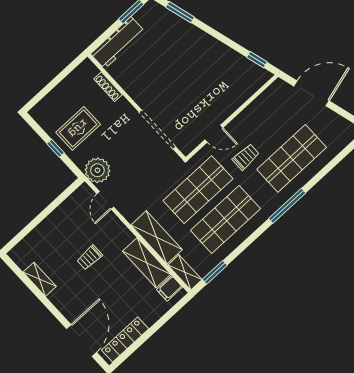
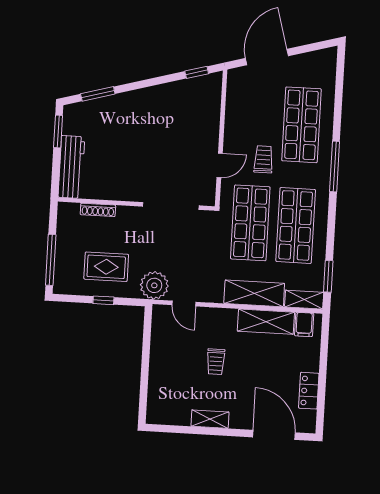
window: (47, 90) -> (51, 260), added
rug: (78, 128) -> (106, 267), turned 90
shelving: (40, 279) -> (210, 419), moved
locker: (125, 340) -> (309, 391), width x0.66

